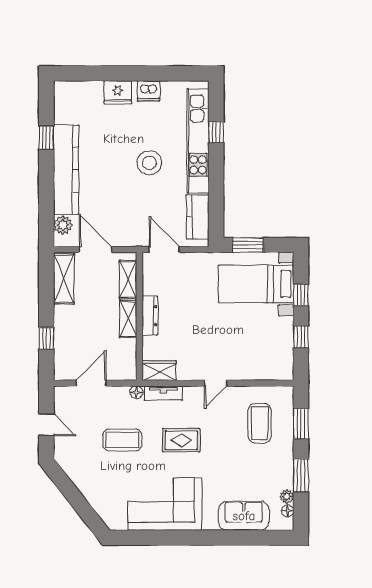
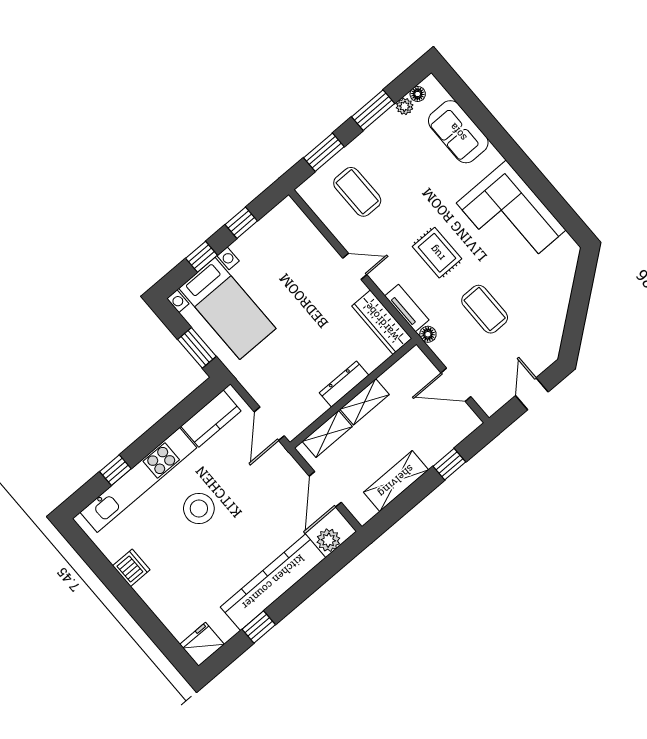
fridge: (118, 92) -> (202, 644), moved, turned -90
shelving: (64, 279) -> (396, 481), moved
wardrobe: (159, 371) -> (382, 322), width x1.50
coffee table: (260, 423) -> (357, 192), turned 90

